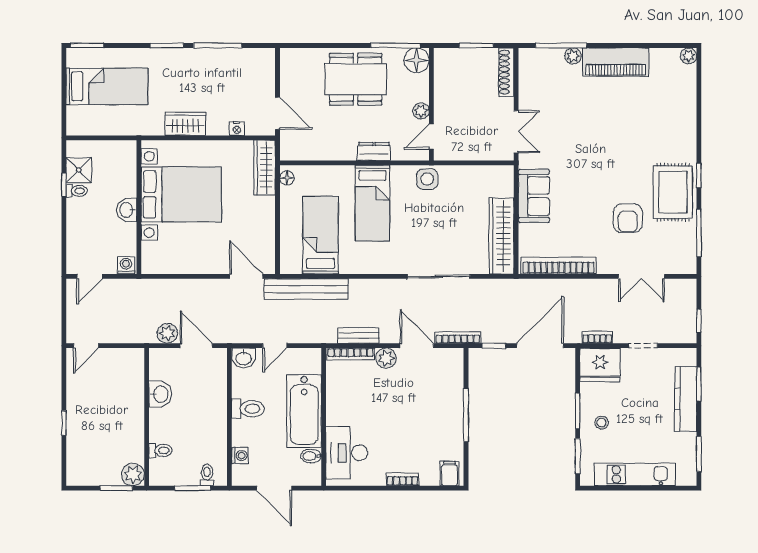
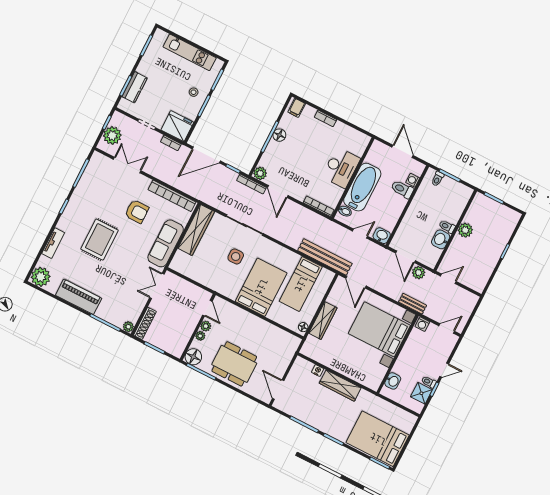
plant: (573, 56) -> (128, 327), moved
plant: (689, 56) -> (41, 277), width x1.87, depth x1.87
bed: (107, 86) -> (378, 439), width x1.50
plant: (422, 94) -> (200, 336), added
door: (277, 113) -> (278, 390), moved
tv unit: (688, 118) -> (53, 243), added
wardrobe: (185, 124) -> (340, 386), width x1.50
door: (431, 137) -> (207, 308), hinge flipped
dresser: (374, 151) -> (245, 317), removed
wardrobe: (265, 168) -> (323, 321), moved
side table: (427, 179) -> (236, 257), moved
rug: (673, 192) -> (100, 240), moved
bed with nightstands: (181, 194) -> (379, 329), moved
sofa: (534, 196) -> (166, 243), width x1.36
bed: (372, 203) -> (261, 287), width x1.50
washbasin: (127, 210) -> (393, 381), moved
door: (64, 218) -> (444, 370), added
armchair: (628, 218) -> (137, 212), moved, turned 90
plant: (682, 306) -> (112, 136), added
bench: (359, 336) -> (413, 304), moved
door: (86, 346) -> (448, 279), moved
plant: (386, 358) -> (260, 173), moved
kitchen counter: (686, 399) -> (135, 87), width x0.67
toilet: (248, 409) -> (402, 189), moved
floor lamp: (454, 424) -> (279, 135), added
toilet: (160, 450) -> (447, 227), moved
desk: (347, 453) -> (341, 168), moved
bidet: (311, 456) -> (345, 211), moved
plant: (133, 474) -> (465, 230), moved

